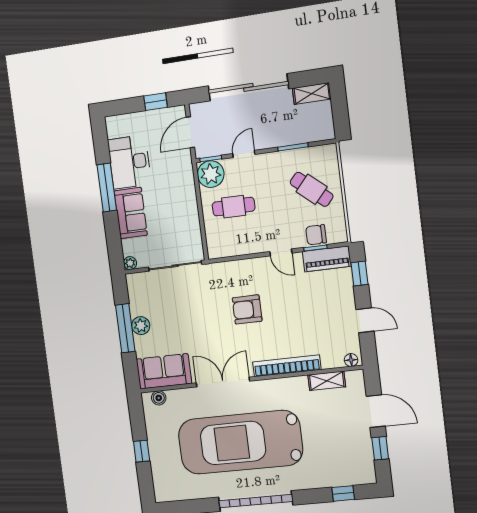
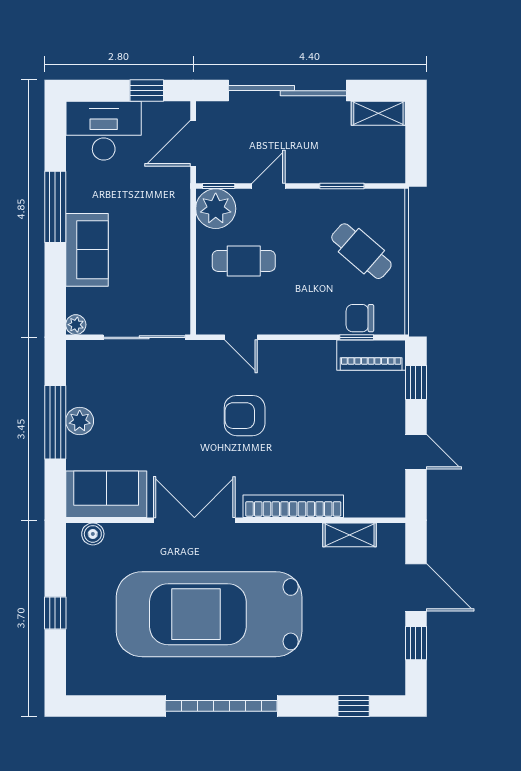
desk: (129, 162) -> (104, 131), moved, turned 90
door: (281, 252) -> (241, 337), moved
floor lamp: (351, 360) -> (389, 508), removed

